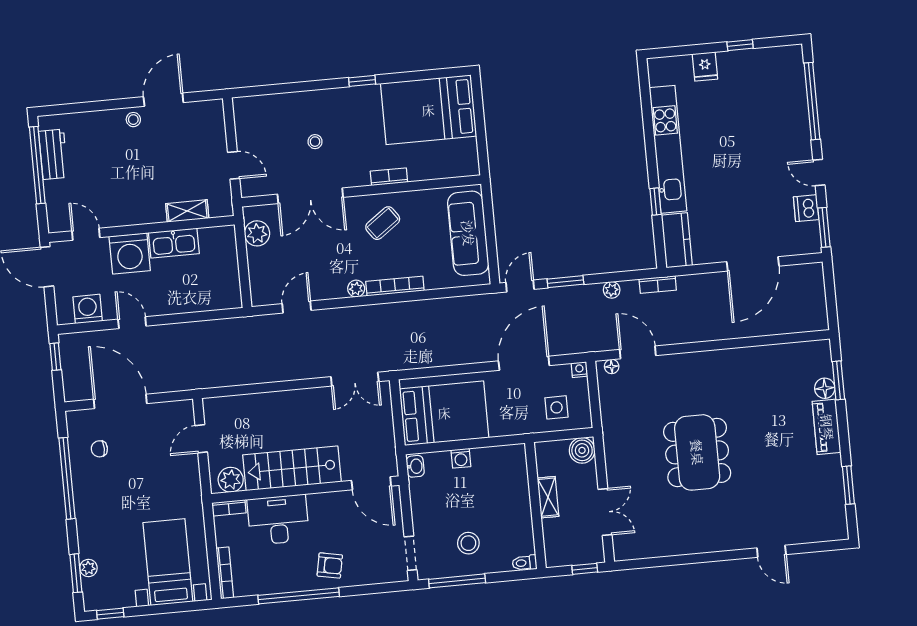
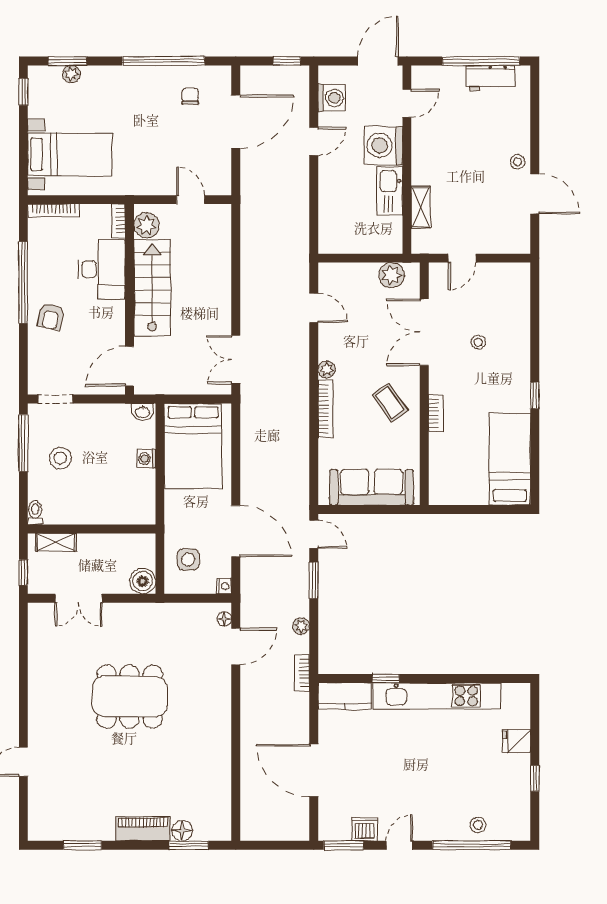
stool: (791, 97) -> (478, 825), added
bed: (428, 110) -> (510, 459), width x0.67
shelving: (548, 497) -> (56, 542), moved

